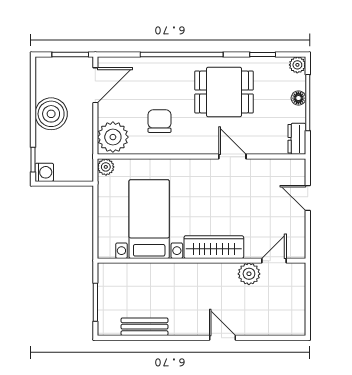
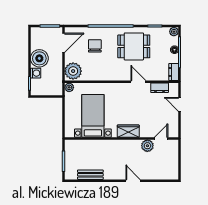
chair: (160, 121) -> (95, 46), moved
dresser: (271, 168) -> (160, 88), added
washing machine: (44, 172) -> (36, 73), moved
wardrobe: (214, 247) -> (128, 131), width x0.67

